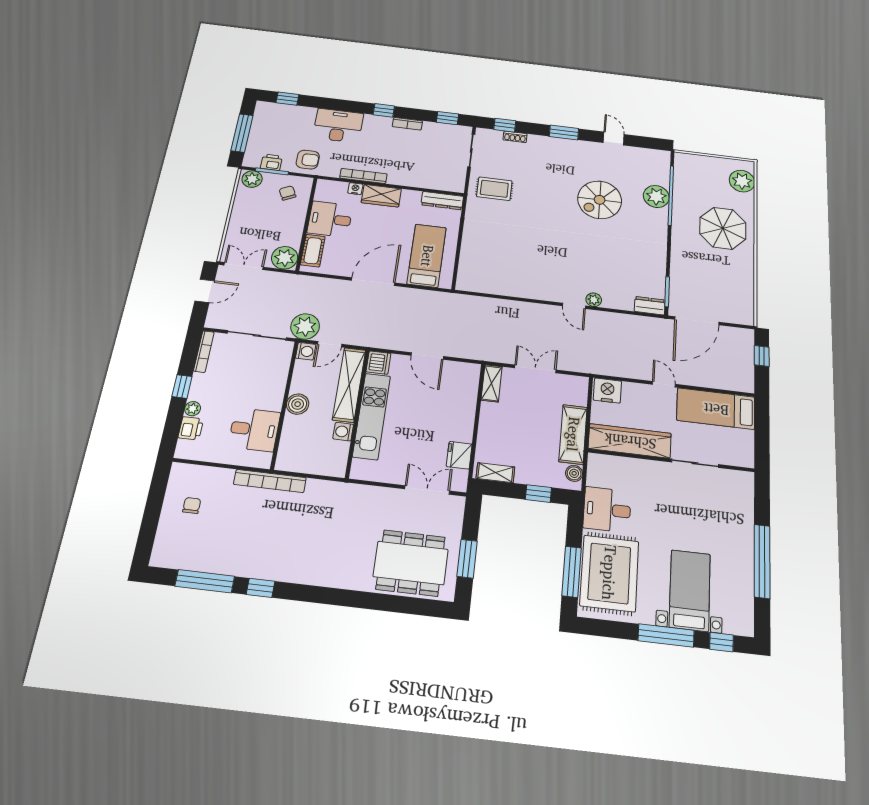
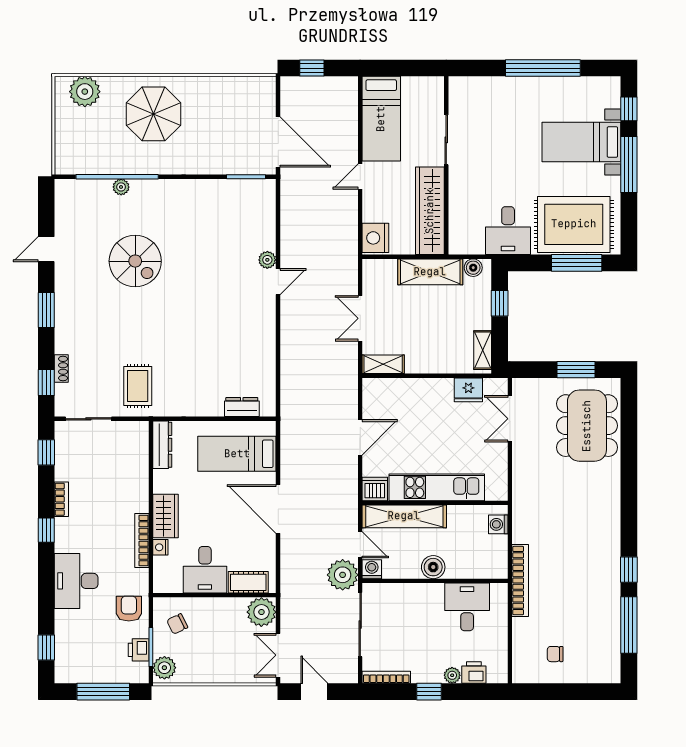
plant: (656, 196) -> (121, 187), width x0.53, depth x0.53
dresser: (650, 306) -> (242, 407), moved, turned 90
washing machine: (343, 432) -> (498, 524), moved, turned 90

